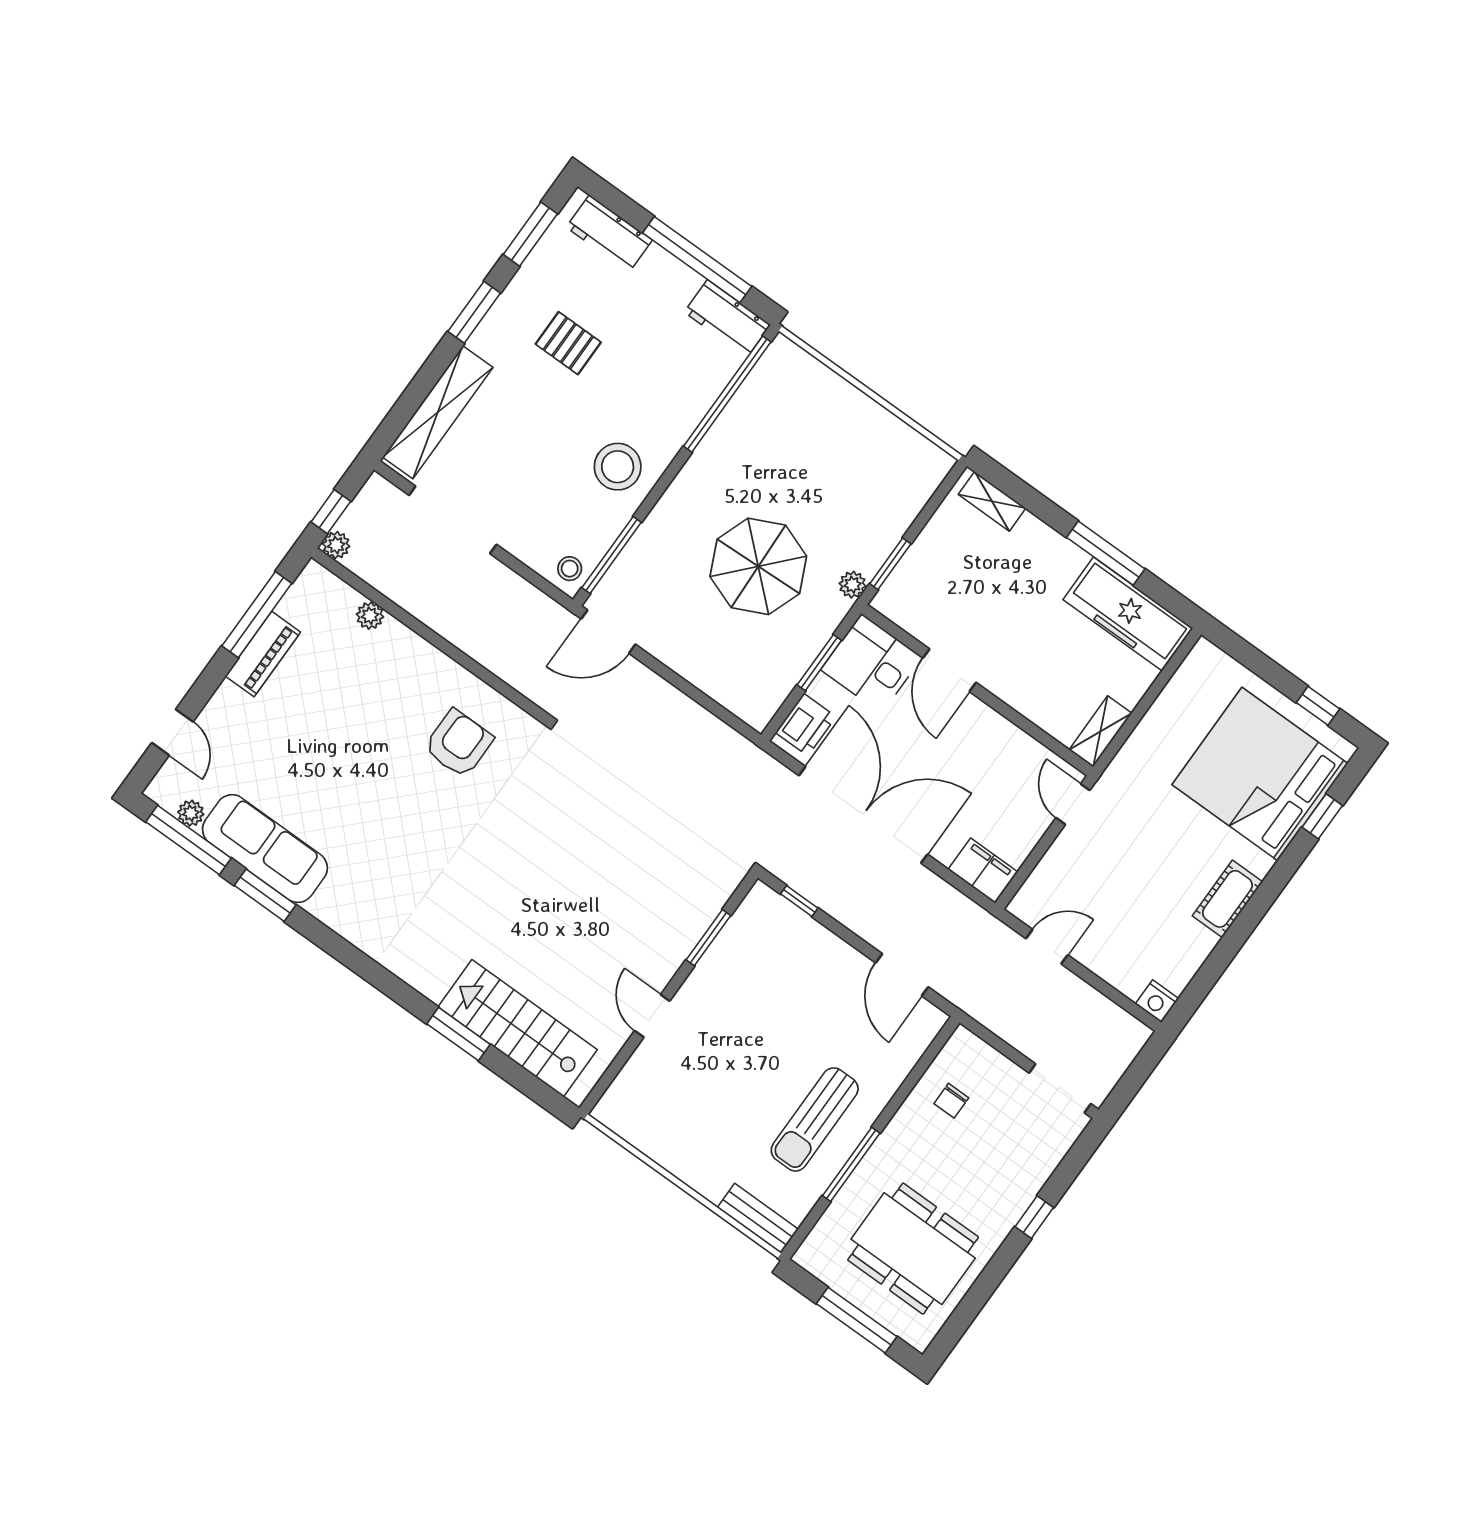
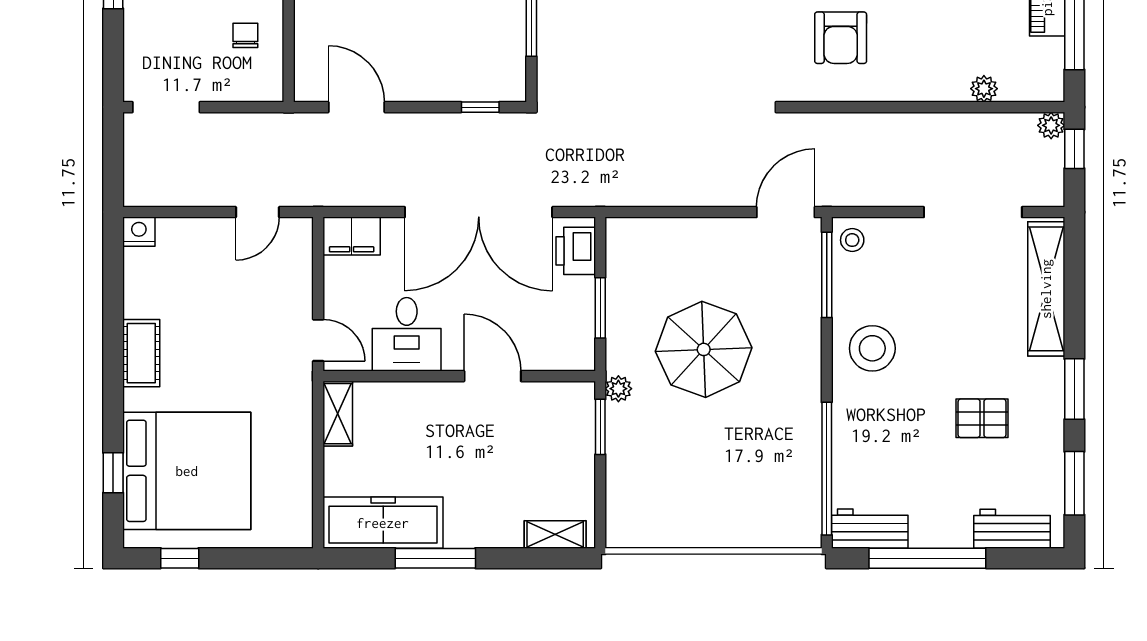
desk: (871, 663) -> (407, 334), moved, turned 90

